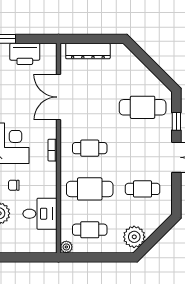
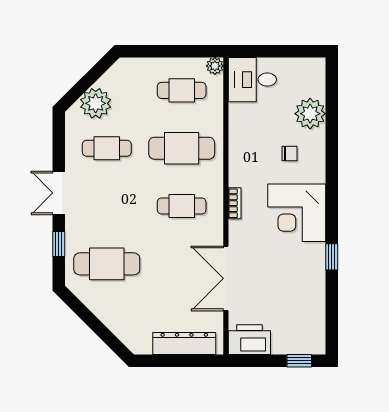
printer: (25, 54) -> (249, 340), moved
double door: (59, 97) -> (226, 278), swing flipped
desk: (40, 214) -> (252, 80), moved
plant: (134, 237) -> (96, 103), moved

